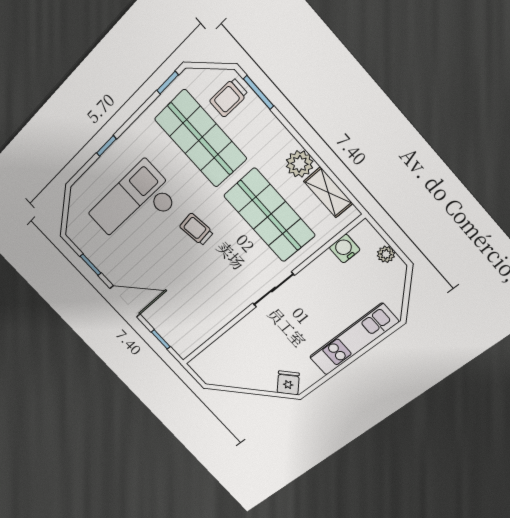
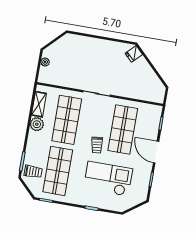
checkout: (134, 206) -> (108, 179), turned 180
water cooler: (345, 249) -> (56, 80), removed
shop shelf: (191, 283) -> (123, 129), added
kitchen unit: (354, 340) -> (91, 44), removed

